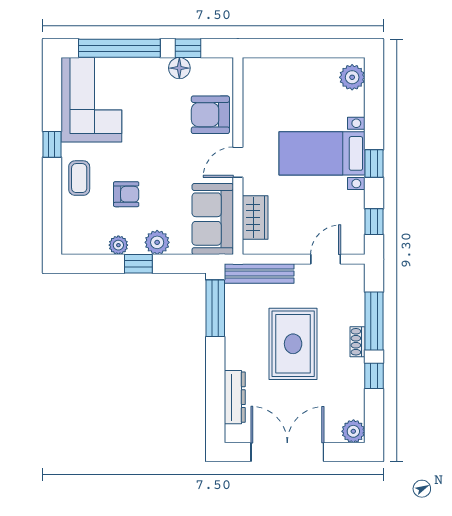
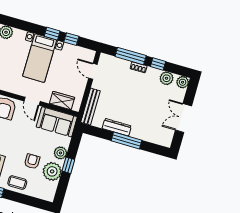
window: (374, 222) -> (71, 39), moved
plant: (118, 245) -> (52, 171), width x1.88, depth x1.88
window: (215, 308) -> (126, 141), moved
rug: (293, 344) -> (130, 100), removed
dresser: (235, 397) -> (117, 127), moved
plant: (352, 399) -> (167, 78), added
double door: (287, 452) -> (183, 118), width x0.73

